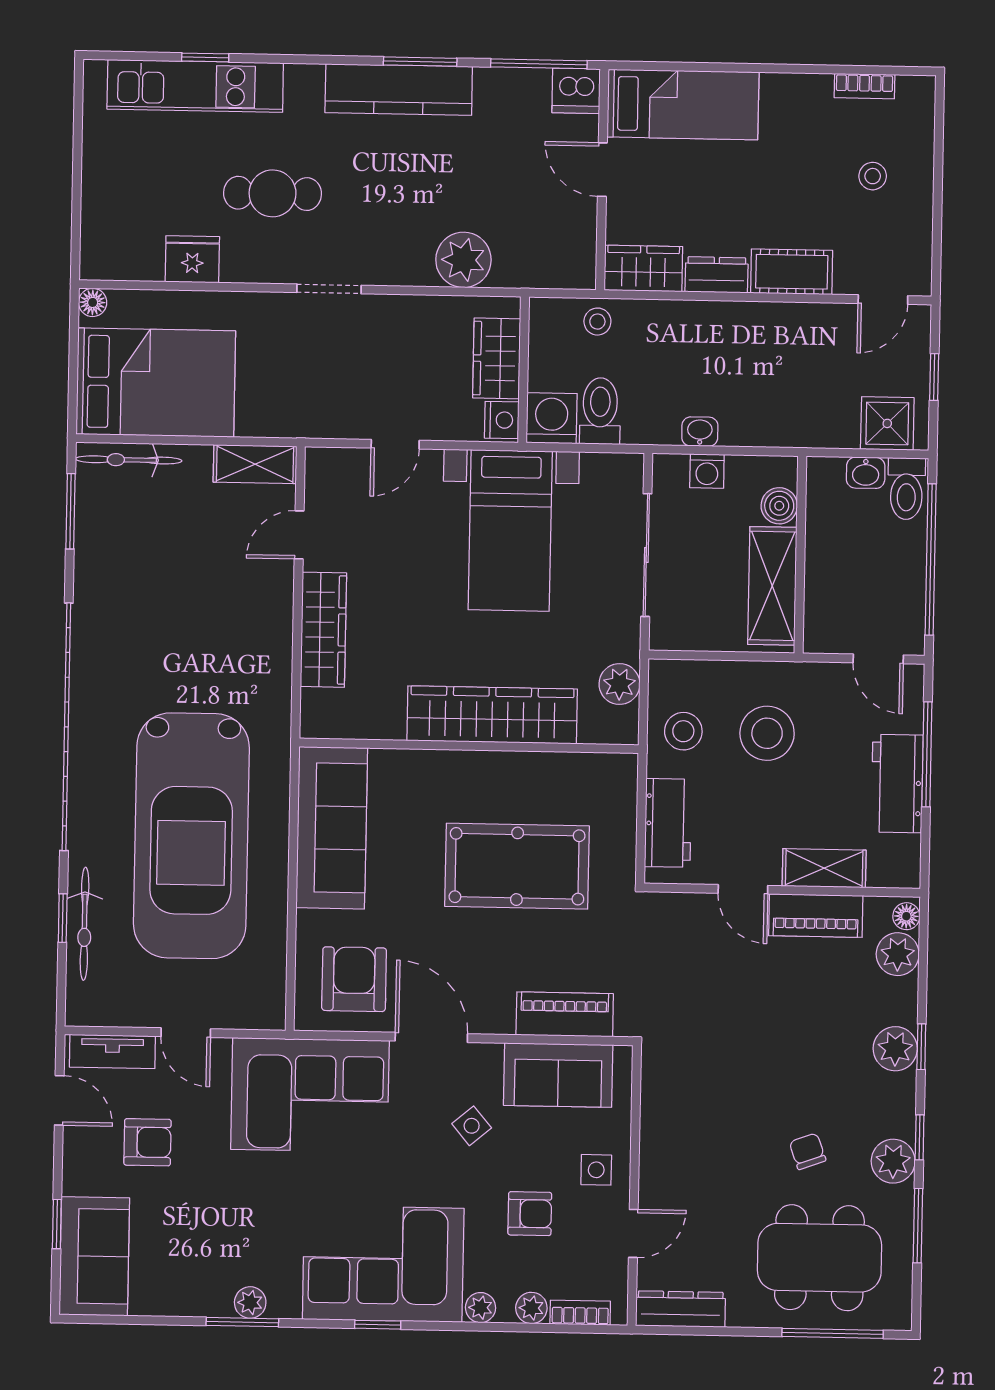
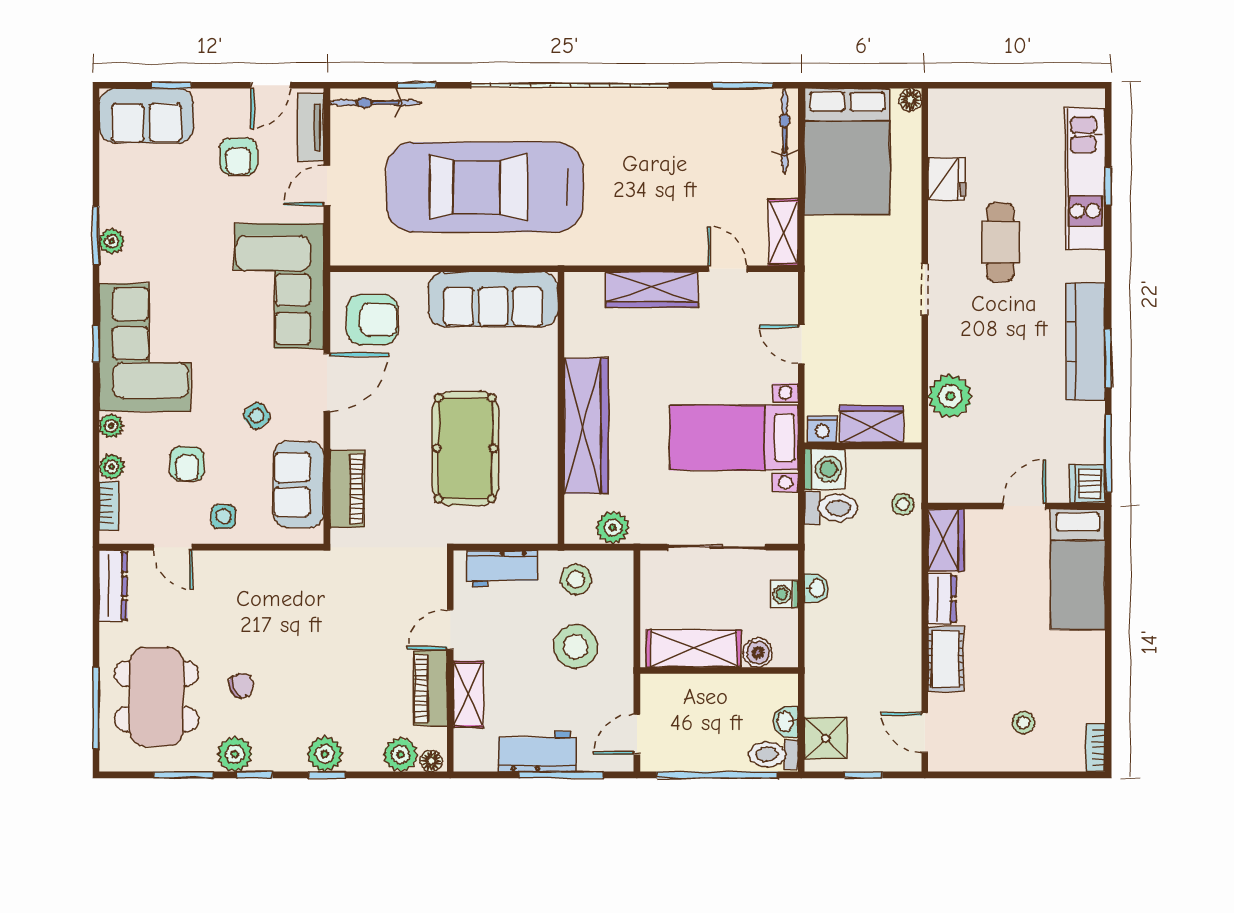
bookcase: (864, 86) -> (1095, 748), moved
bicycle: (85, 924) -> (375, 103), moved

